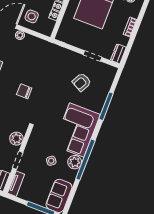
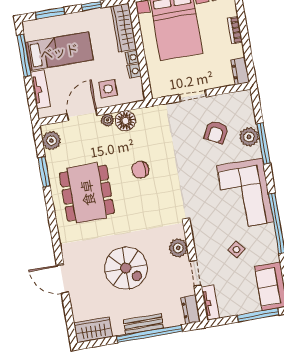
floor lamp: (31, 42) -> (126, 121), added
doorway: (93, 56) -> (193, 96), moved
chair: (24, 91) -> (140, 170), moved
plant: (75, 162) -> (249, 137), moved

